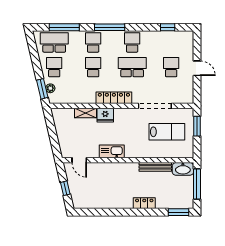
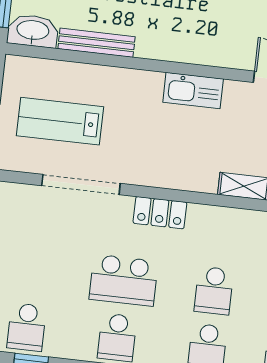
school desk: (171, 67) -> (27, 327), moved
locker: (114, 98) -> (160, 213), width x0.66
fridge: (105, 115) -> (199, 176), removed

